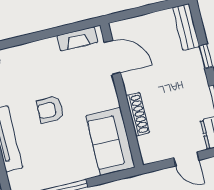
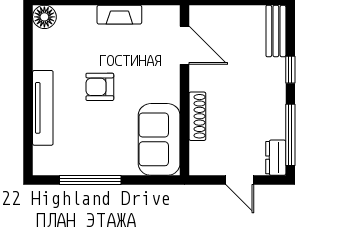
fireplace: (77, 39) -> (119, 15), moved

